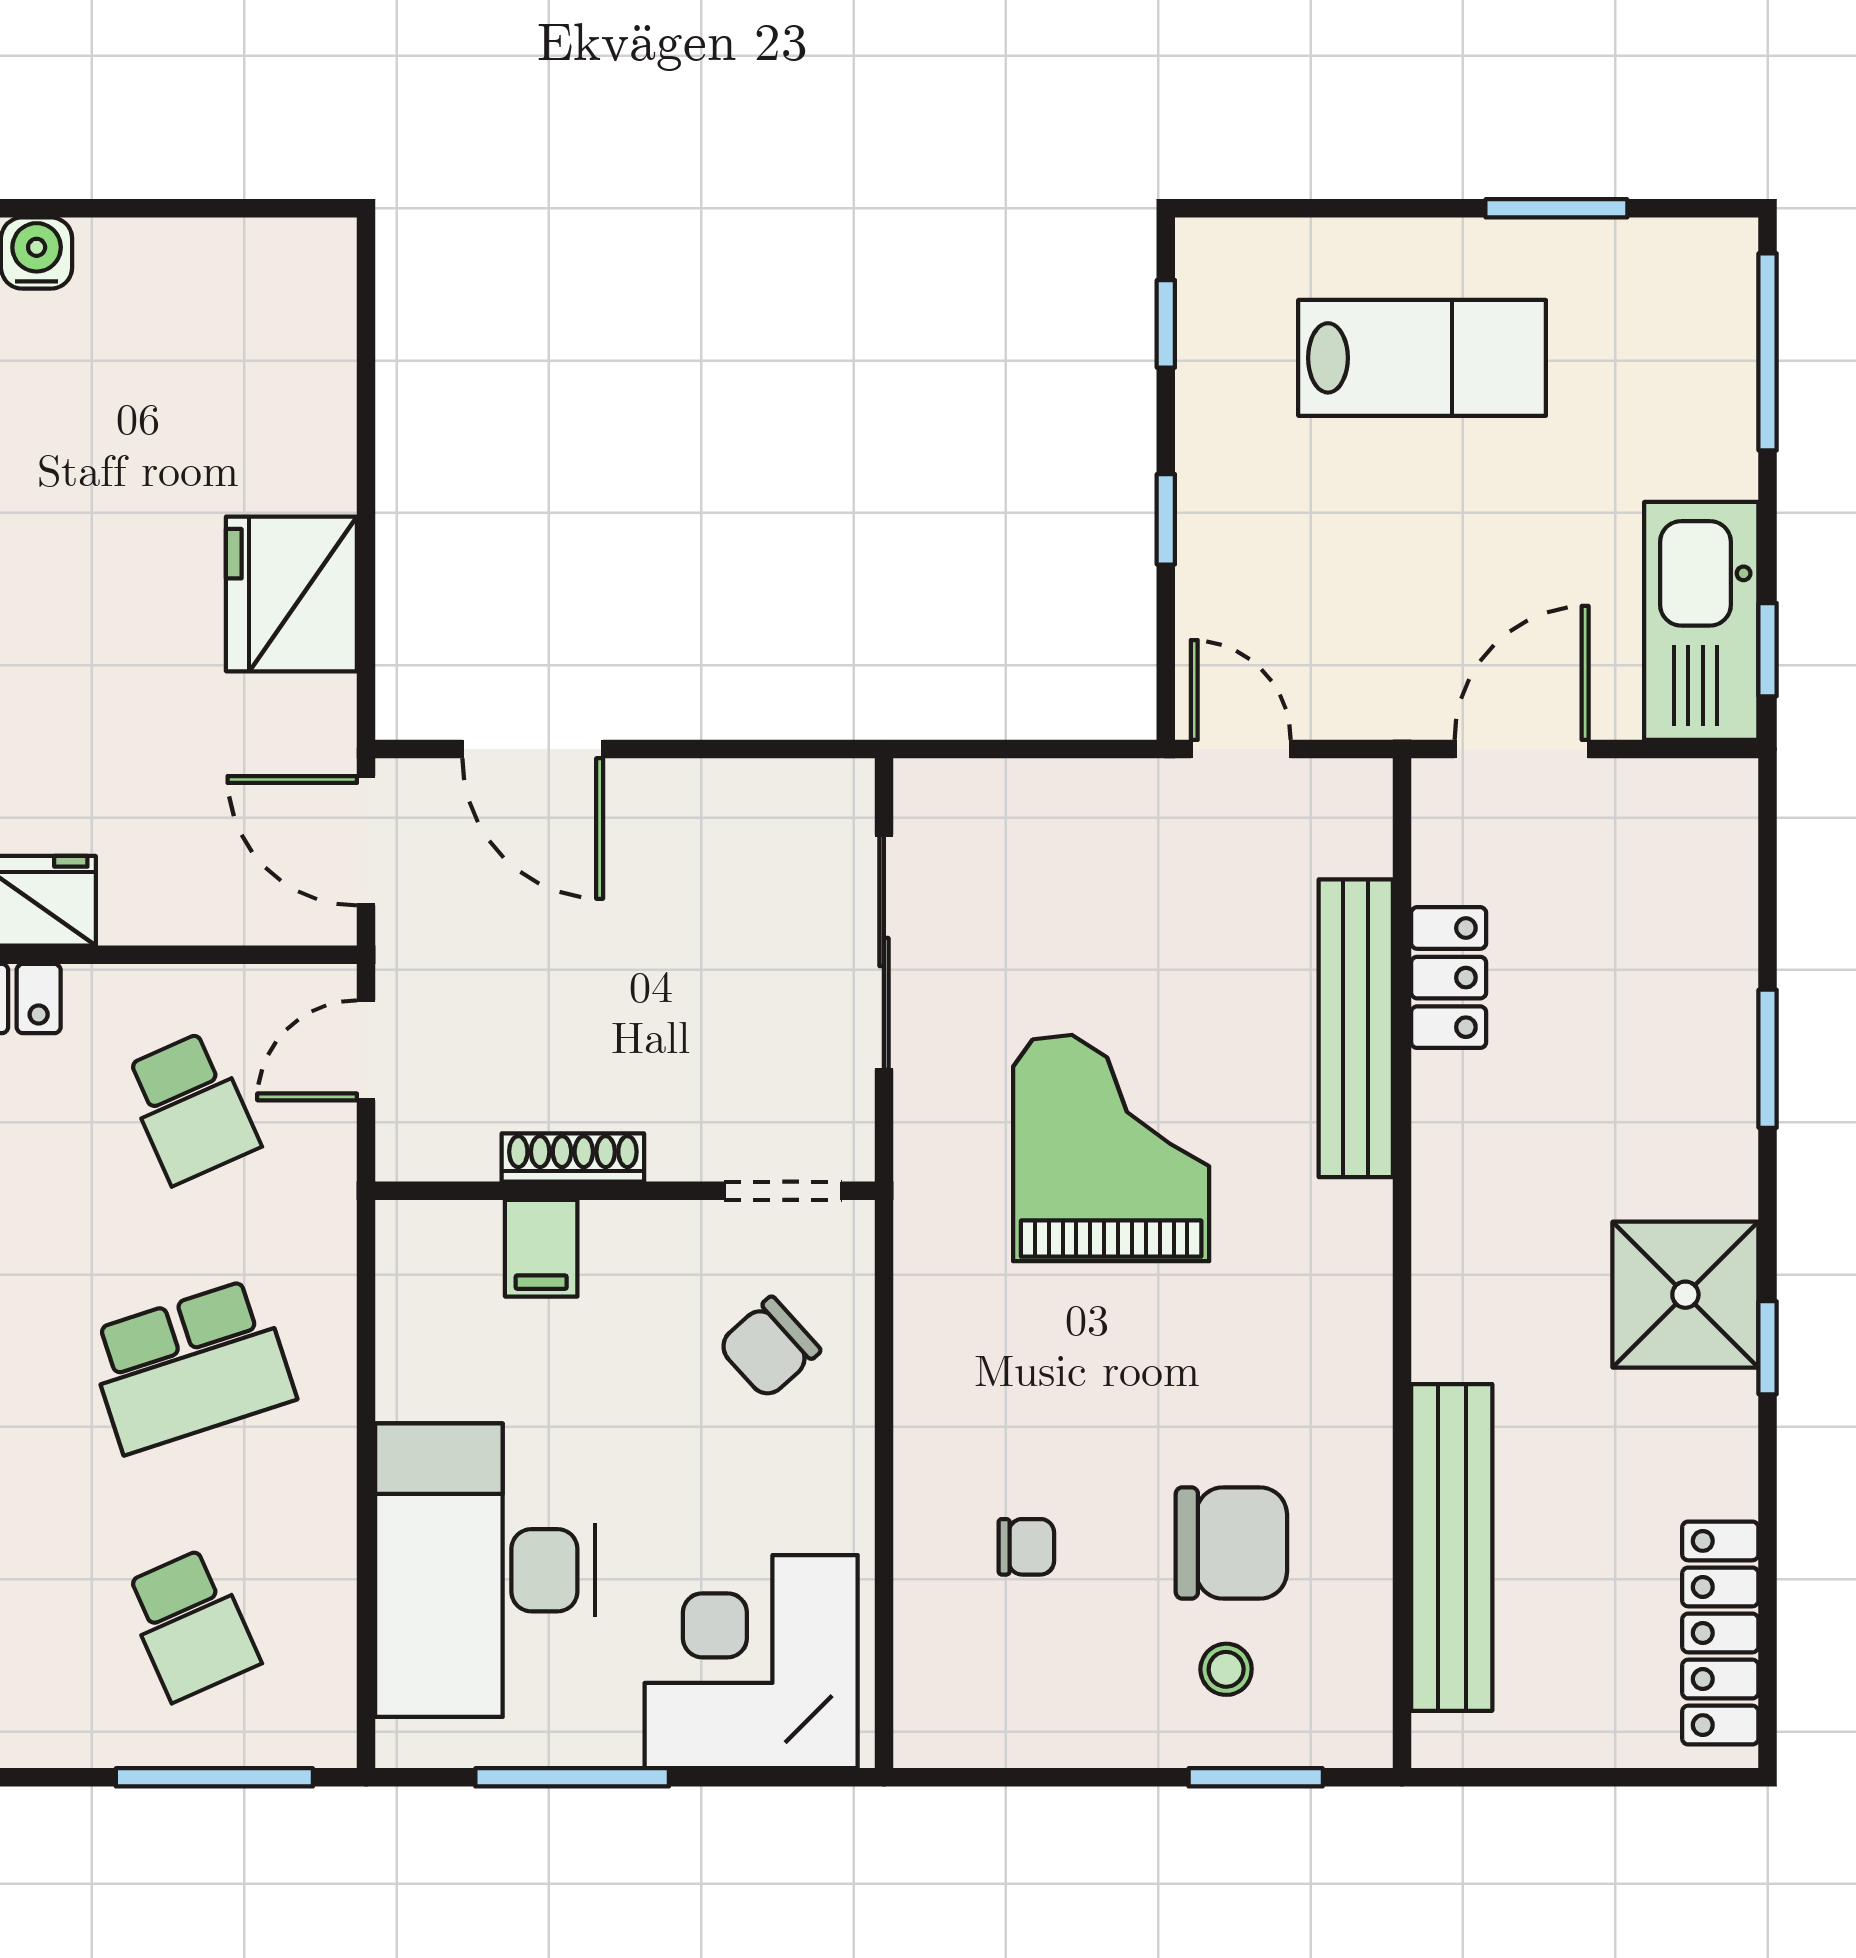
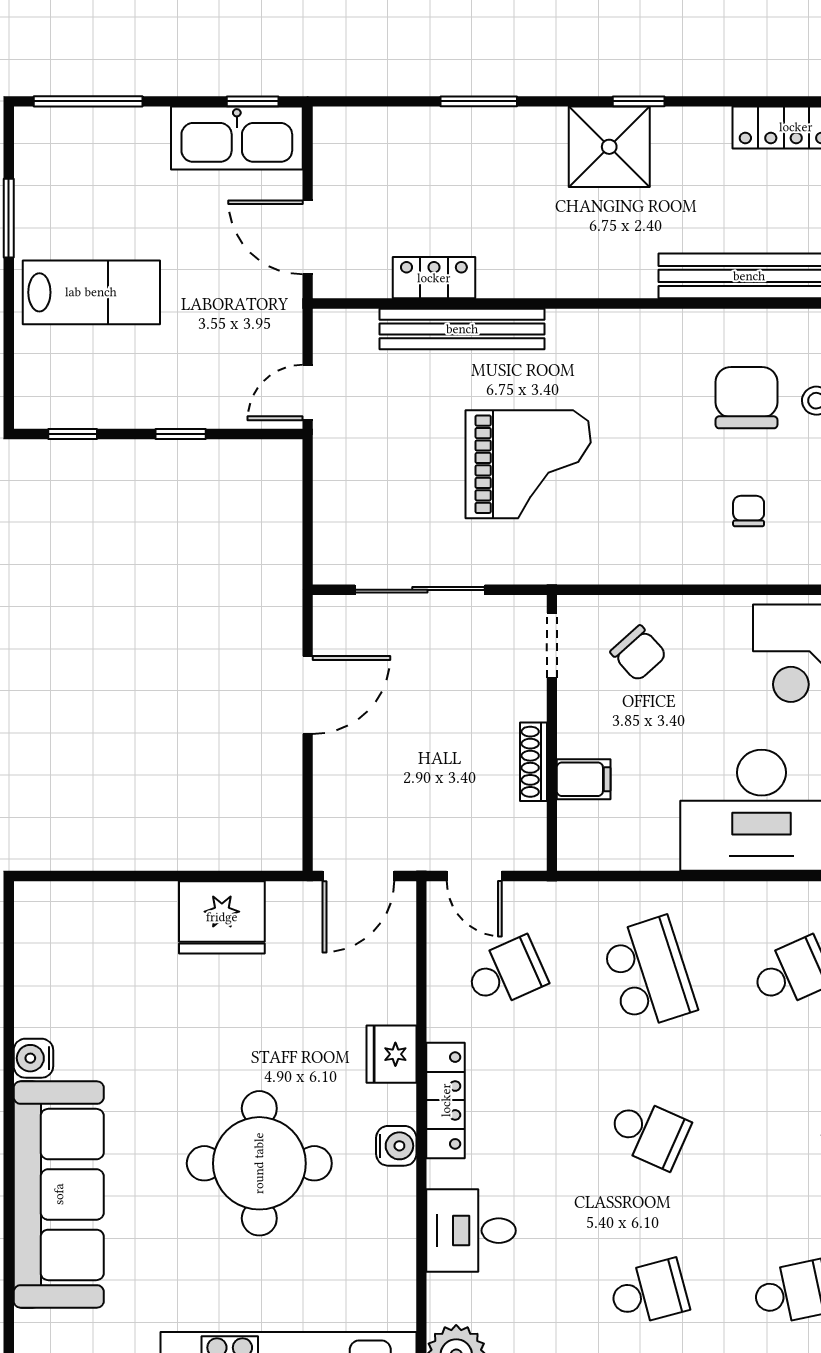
lab bench: (1422, 358) -> (91, 292), turned 90
door: (533, 749) -> (308, 695), moved
grand piano: (1111, 1148) -> (528, 464), turned 180

